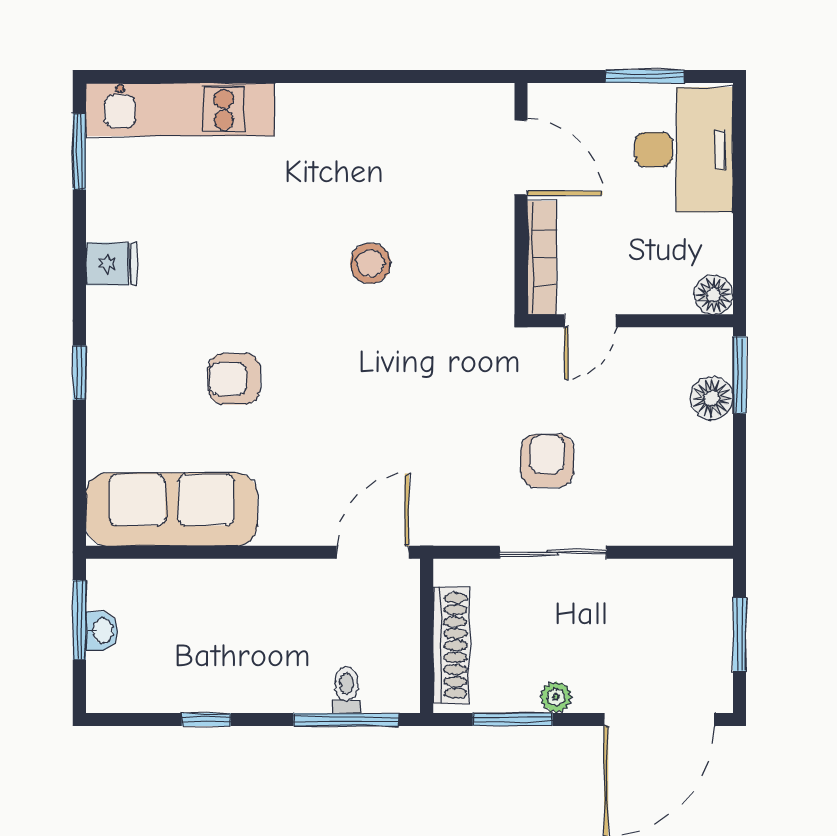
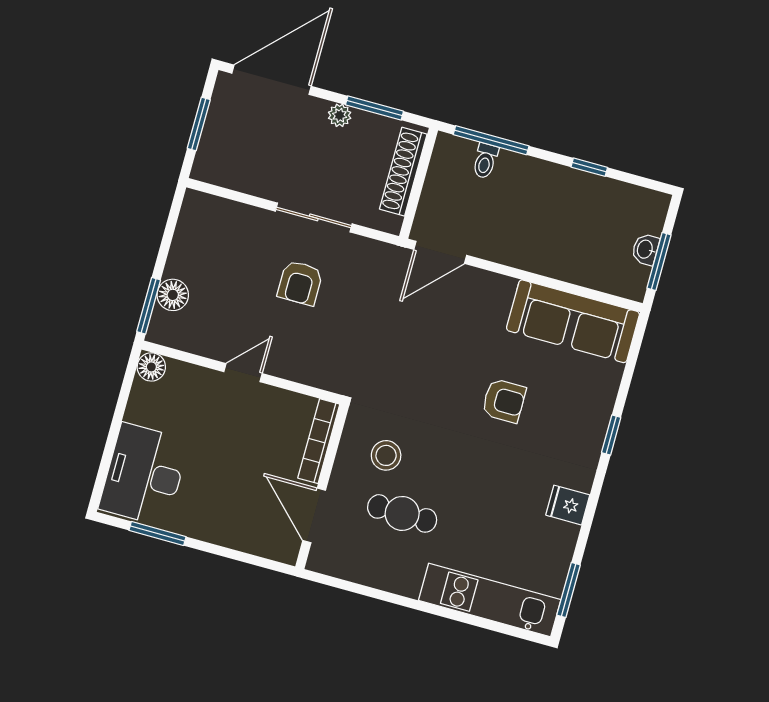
door: (521, 158) -> (314, 515), moved
cafe table: (328, 192) -> (402, 513), added
wall: (521, 199) -> (322, 487), moved
bookcase: (542, 258) -> (319, 441), moved

